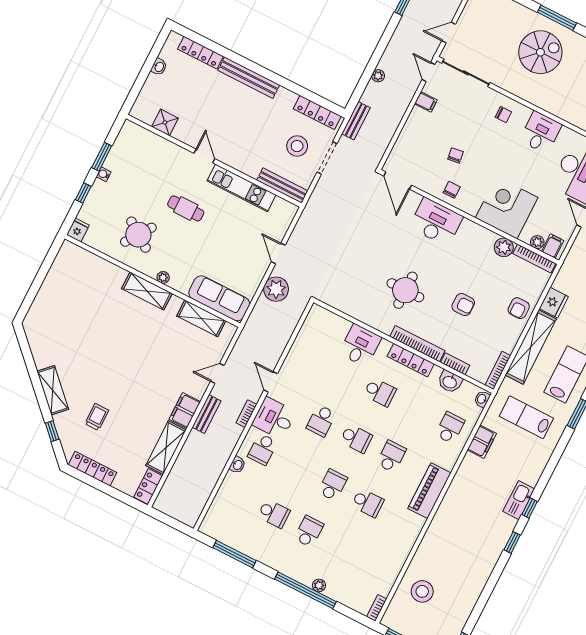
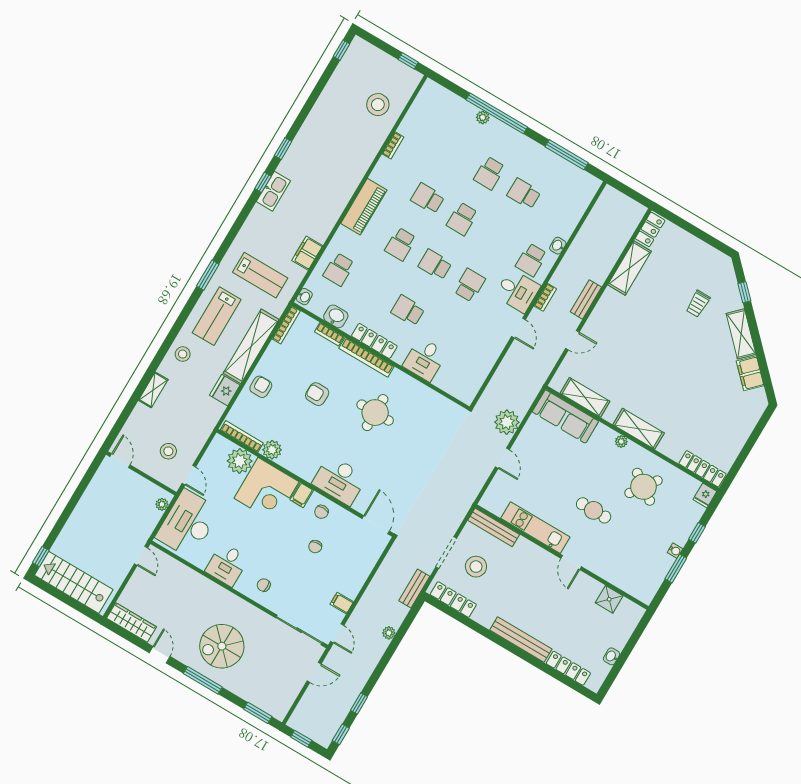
plant: (537, 242) -> (240, 461), width x1.88, depth x1.88
filing cabinet: (553, 246) -> (302, 495), moved
filing cabinet: (185, 410) -> (750, 373), moved, turned 135
school desk: (262, 449) -> (531, 260), turned 180
locker: (93, 469) -> (702, 469), moved, turned 180
bookcase: (377, 608) -> (393, 145), moved

